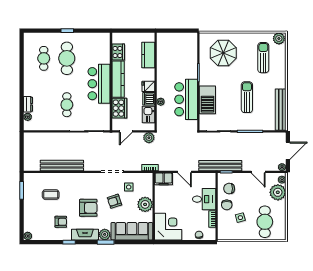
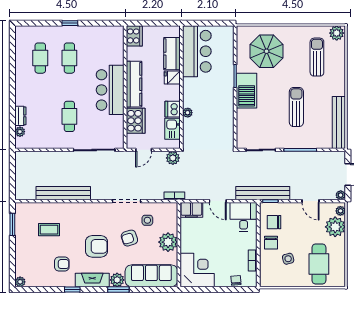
cooker: (118, 52) -> (134, 36), moved
cafe table: (67, 58) -> (69, 58), width x0.73, depth x0.74
fridge: (148, 86) -> (172, 78), moved
bar counter: (186, 99) -> (197, 51), moved, turned 180
barbecue: (207, 100) -> (247, 91), moved
desk: (204, 199) -> (244, 217), moved, turned -90

